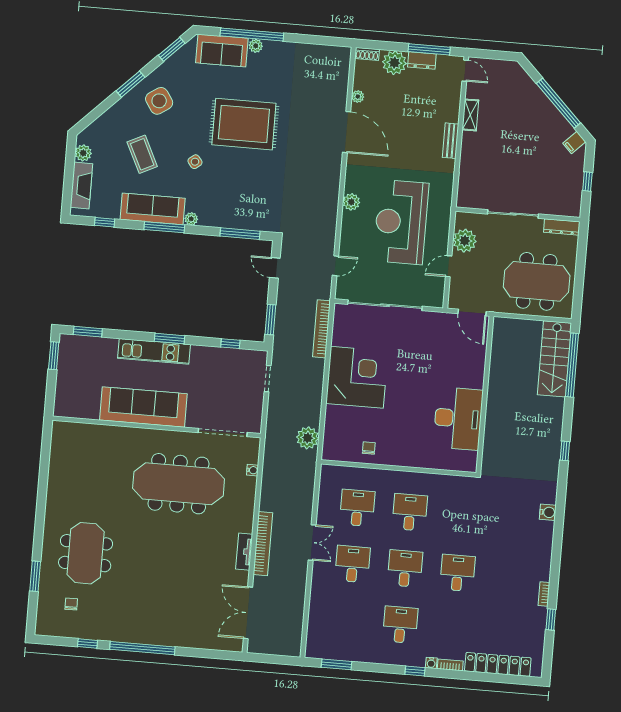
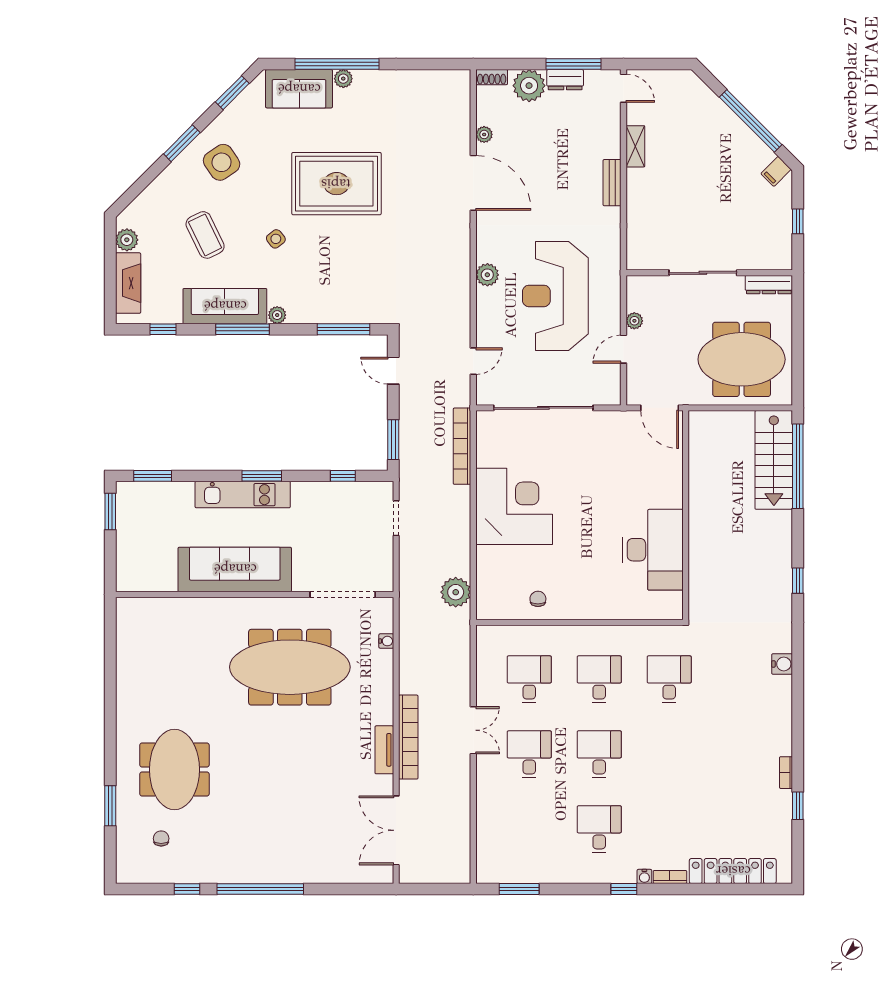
plant: (465, 241) -> (634, 321), width x0.53, depth x0.53
desk: (457, 573) -> (669, 679), moved

